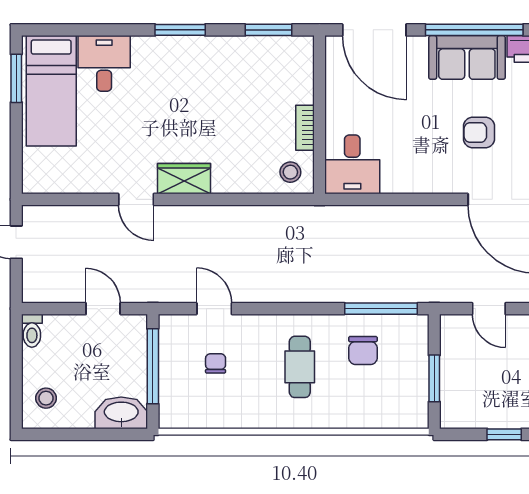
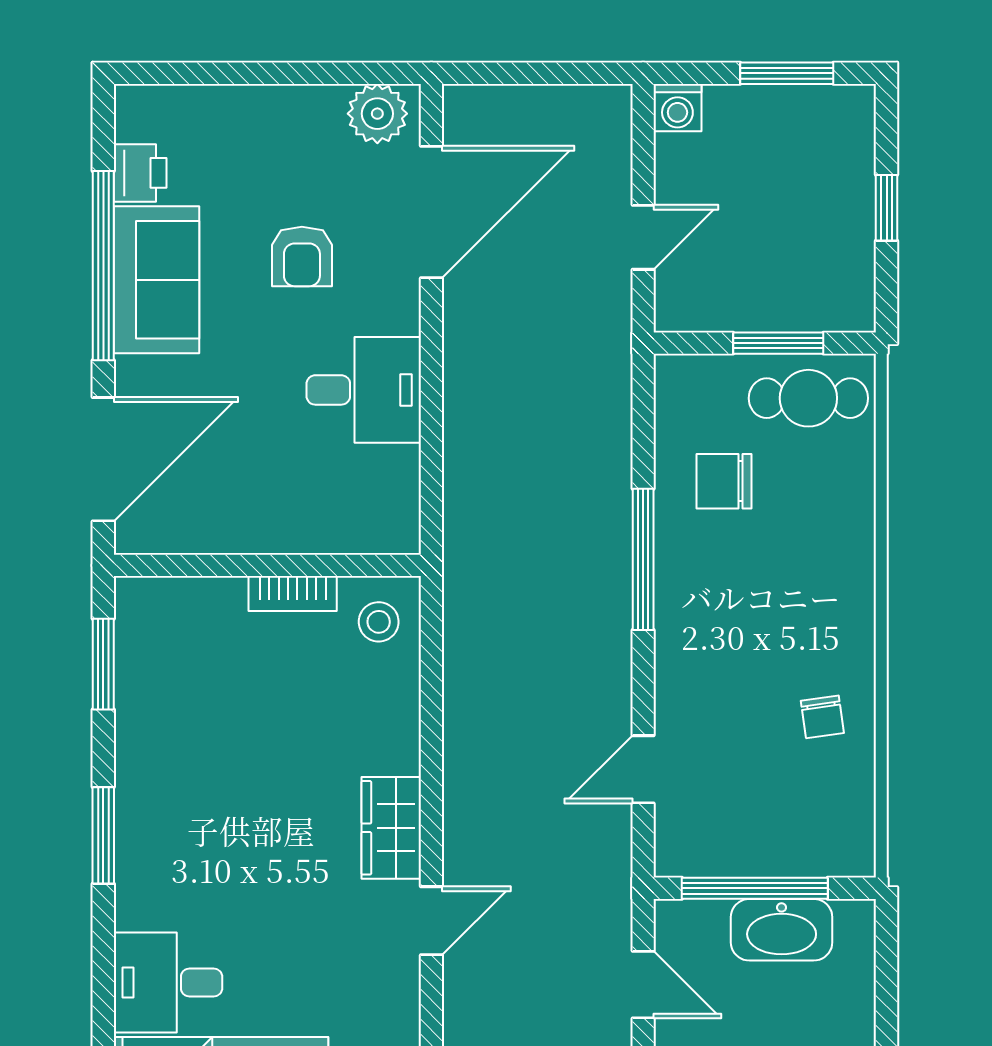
desk: (352, 164) -> (364, 390), moved
door: (103, 309) -> (643, 985), swing flipped
window: (381, 309) -> (643, 559), moved
chair: (363, 350) -> (724, 481), turned 180
chair: (216, 363) -> (822, 717), moved, turned -98
cafe table: (300, 367) -> (808, 398), moved
washbasin: (121, 413) -> (782, 930), moved, turned -90

